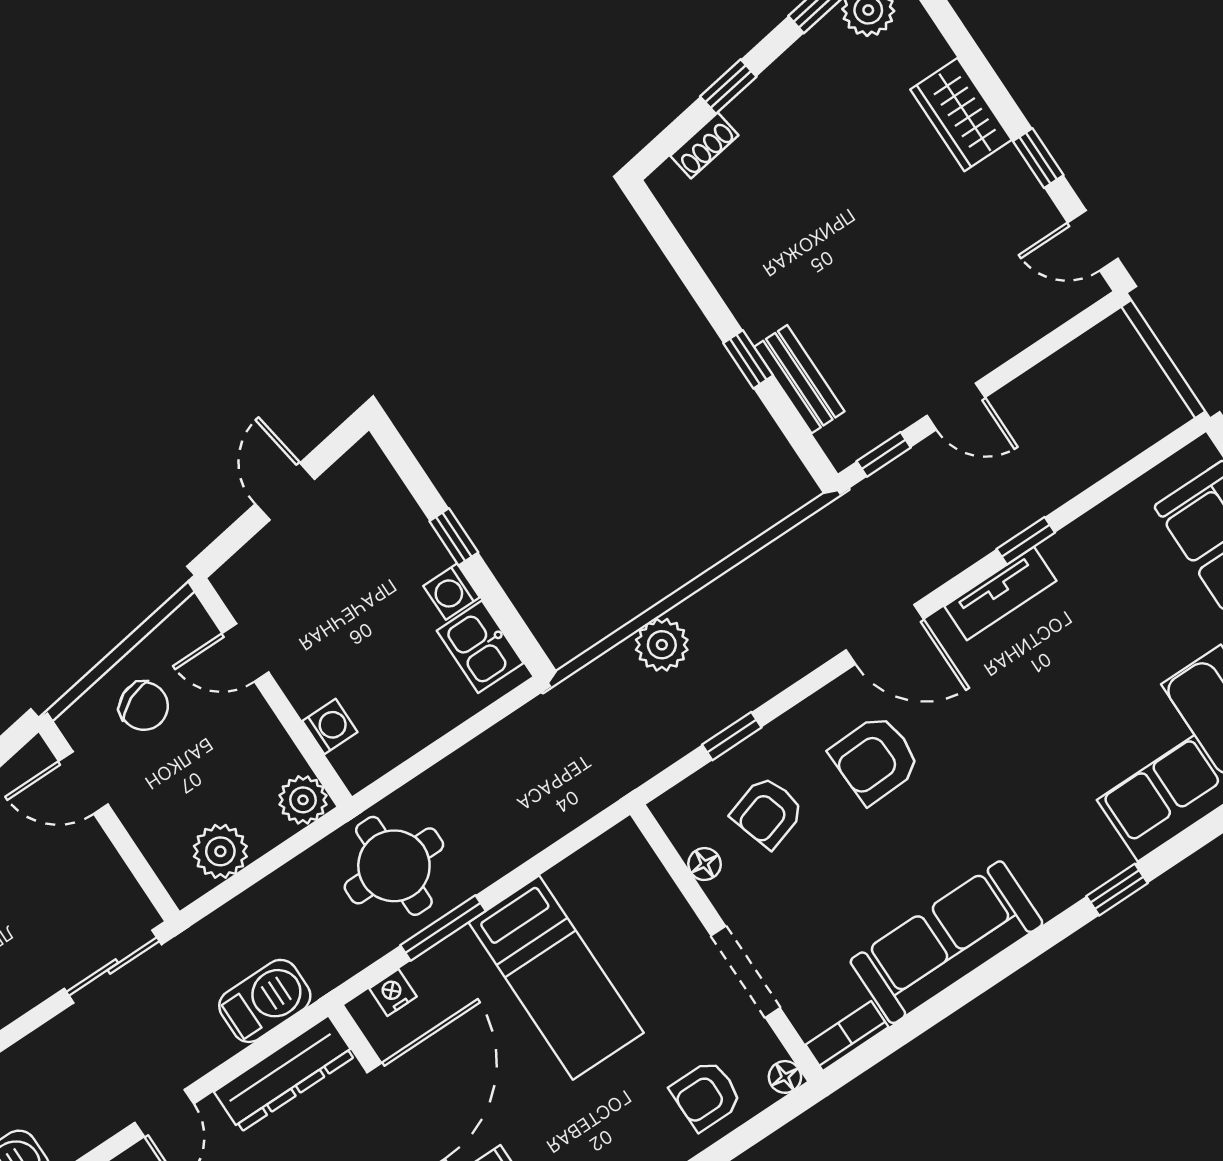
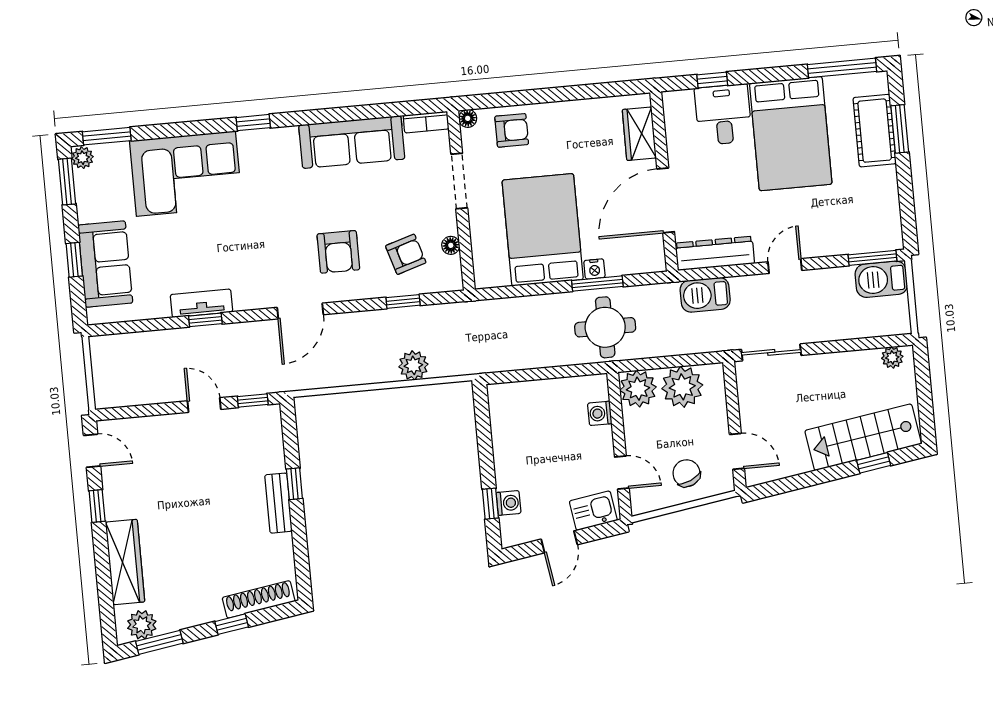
wardrobe: (961, 115) -> (125, 562), width x1.50
shoe rack: (704, 145) -> (259, 599), width x1.94, depth x1.24
bench: (799, 379) -> (278, 503), moved
window: (454, 537) -> (490, 504), moved
washing machine: (452, 592) -> (509, 503), moved
tv unit: (1000, 594) -> (201, 303), moved
door: (885, 634) -> (300, 311), swing flipped
kitchen sink: (480, 647) -> (593, 511), moved, turned -99
armchair: (875, 759) -> (338, 252), turned 92
plant: (303, 800) -> (638, 389), width x1.36, depth x1.36
plant: (220, 851) -> (682, 387), width x1.36, depth x1.36
bed: (556, 978) -> (543, 230), width x1.50
nightstand: (393, 992) -> (594, 269), moved

